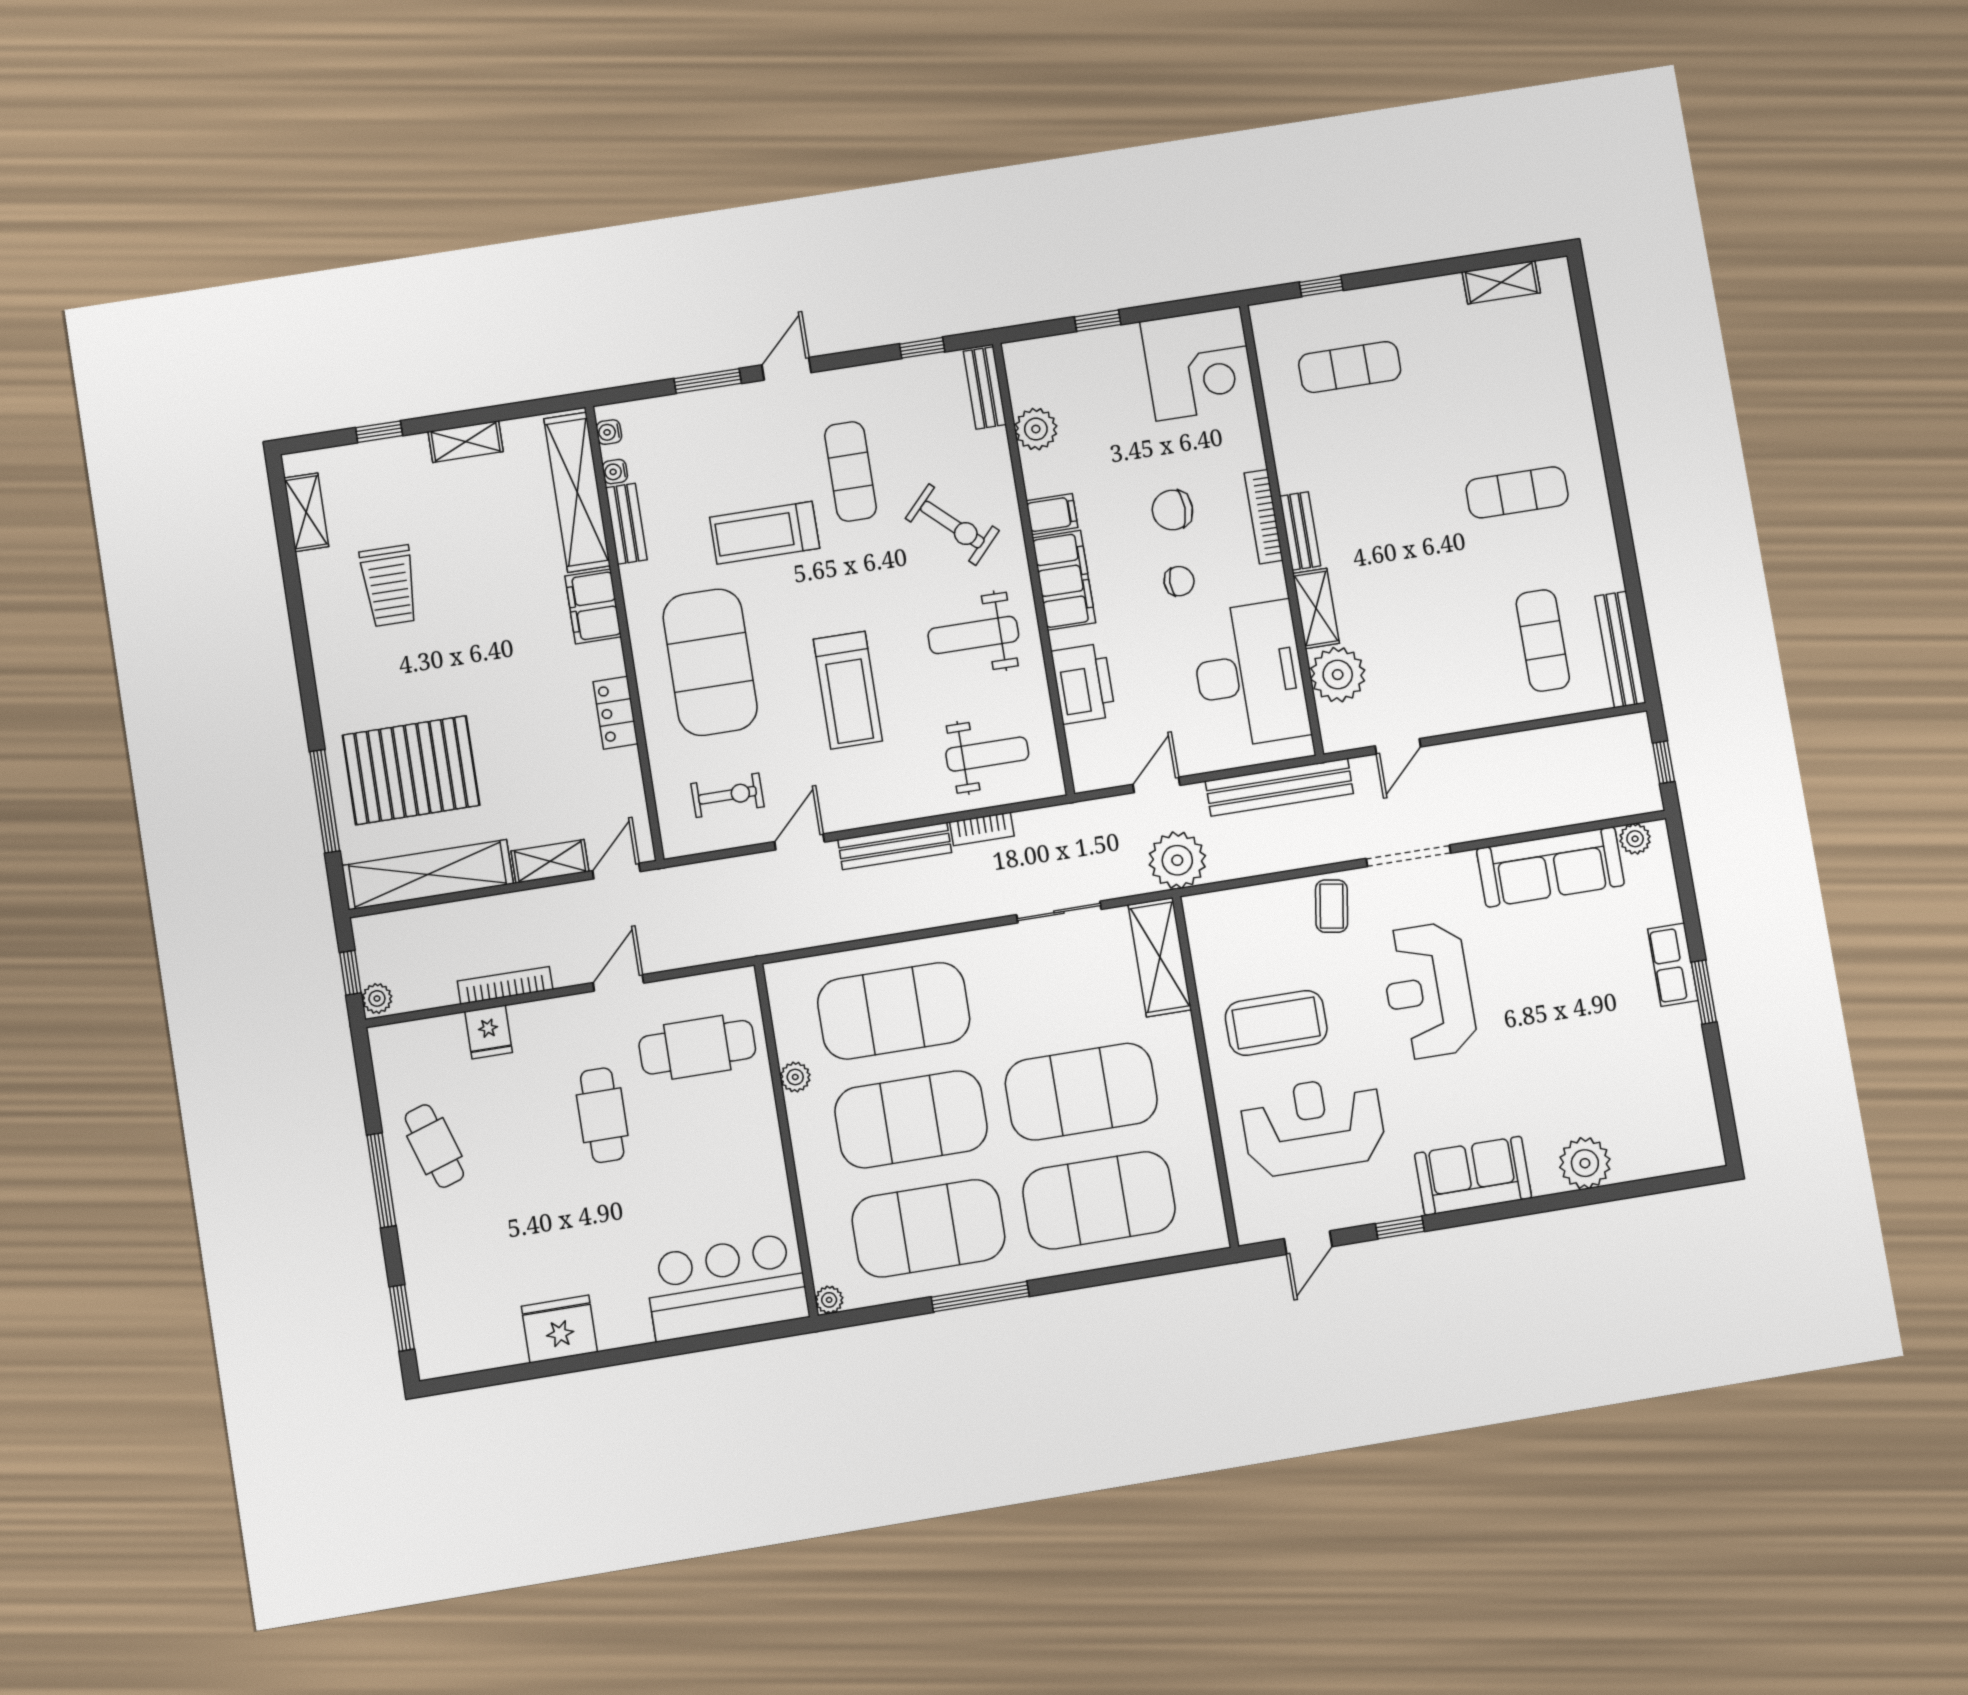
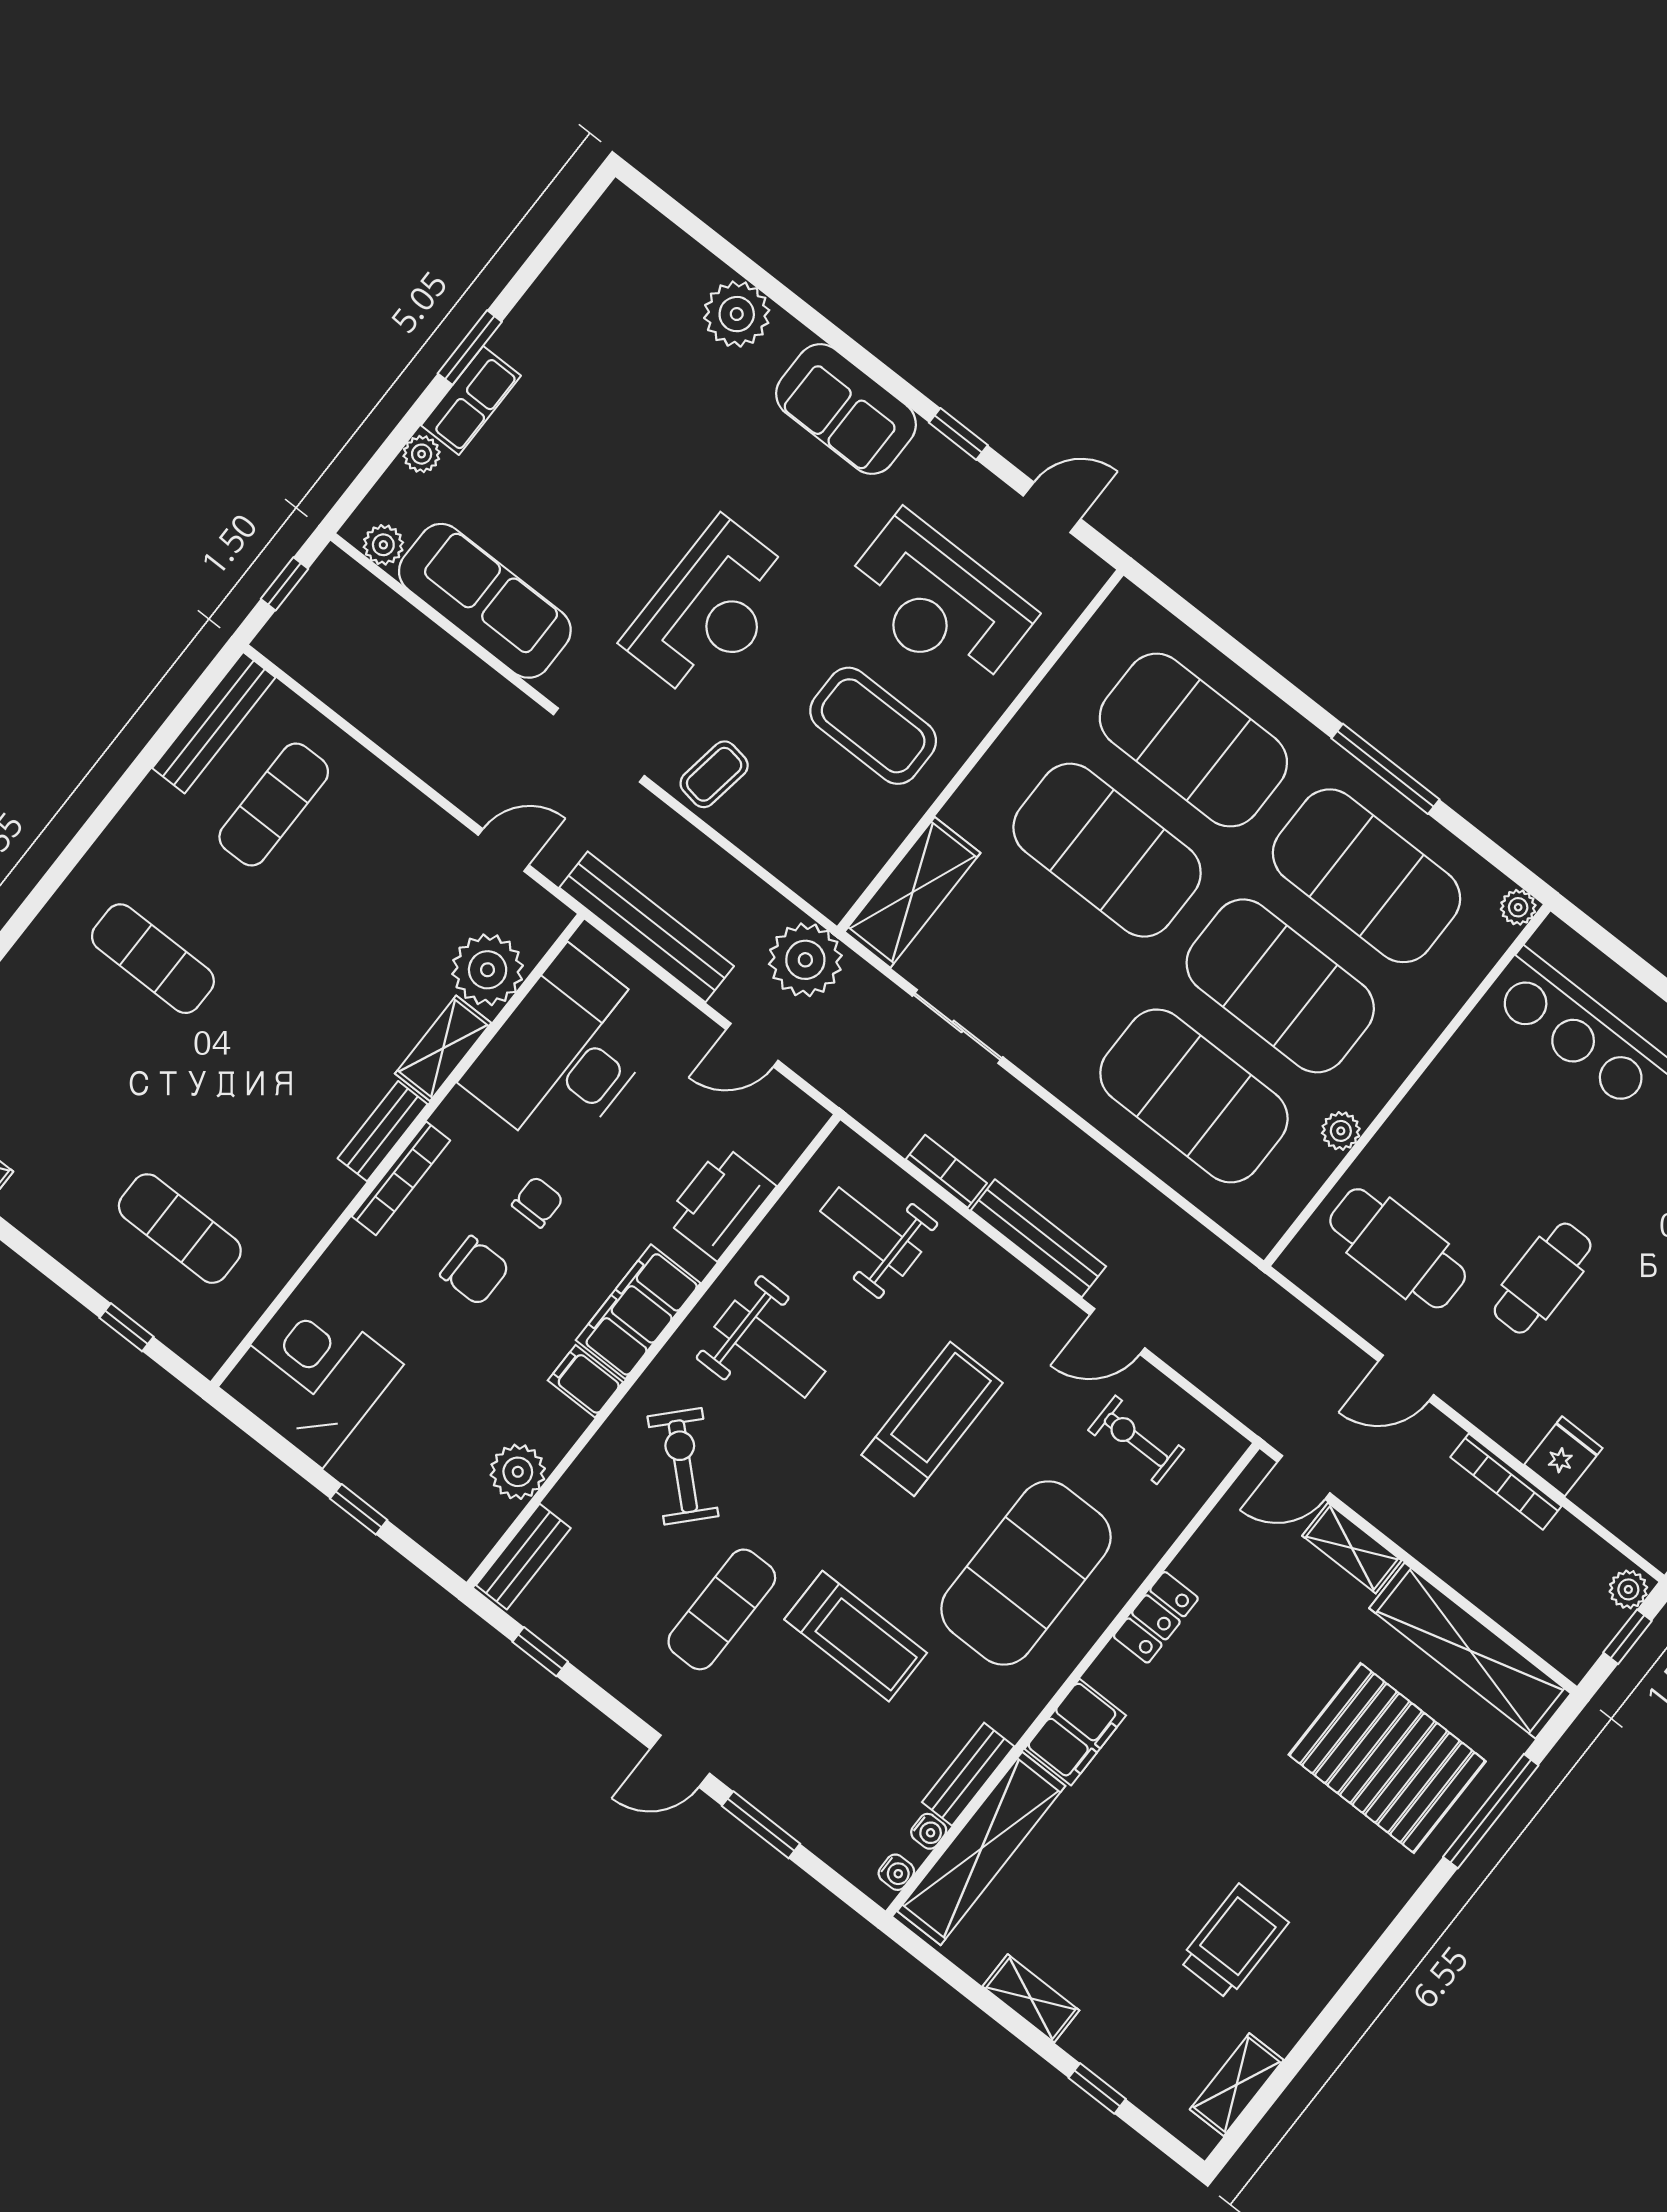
chair: (1179, 581) -> (538, 1202), turned 90
plant: (1667, 908) -> (422, 454), added

